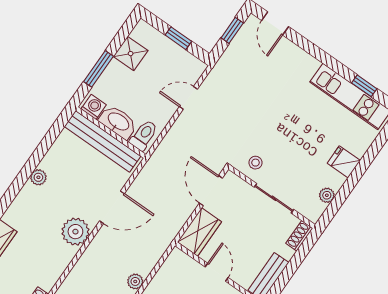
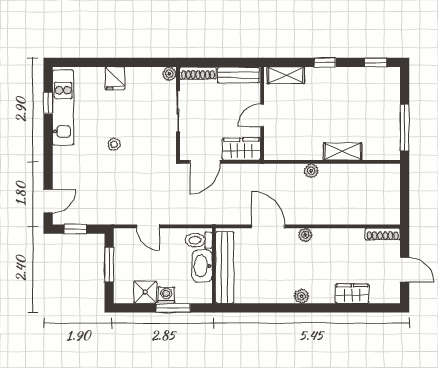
window: (178, 38) -> (109, 265), width x1.50
washing machine: (94, 107) -> (166, 295), moved, turned 90
stool: (255, 163) -> (114, 144), moved
plant: (38, 177) -> (302, 296), moved
plant: (327, 195) -> (169, 74), moved
plant: (75, 232) -> (305, 235), width x0.53, depth x0.53
shoe rack: (299, 236) -> (198, 73), width x1.43

